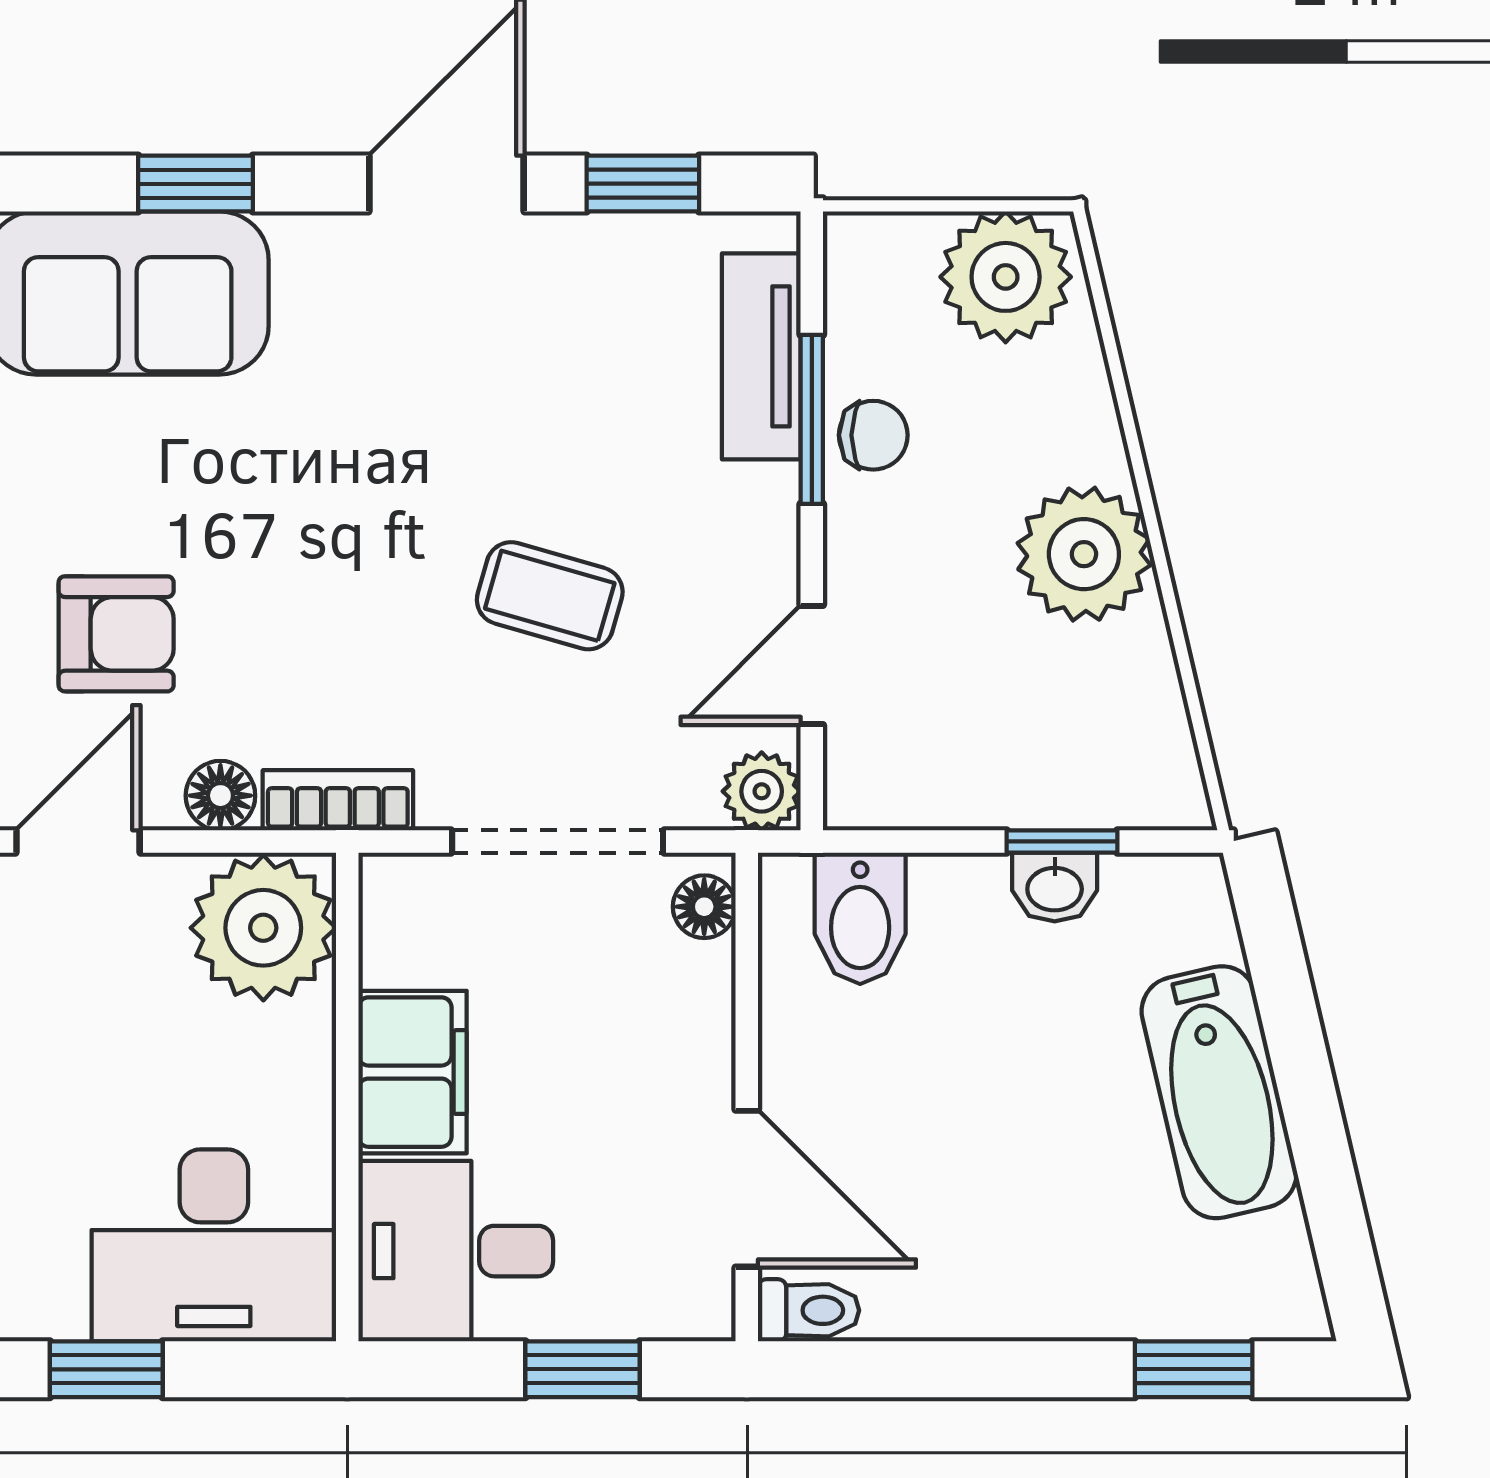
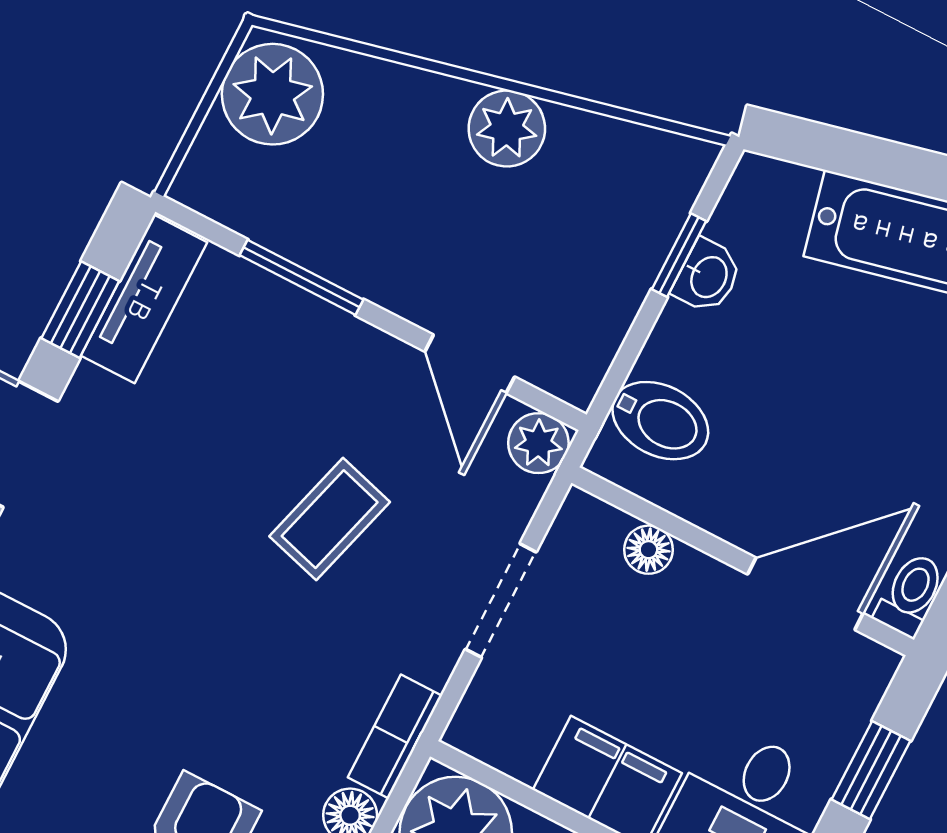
tv unit: (761, 356) -> (144, 299), moved, turned -90
chair: (873, 435) -> (334, 241), removed
plant: (1084, 554) -> (507, 128), width x0.73, depth x0.73
doorway: (558, 841) -> (501, 601), width x0.73
floor lamp: (704, 907) -> (648, 550), moved

